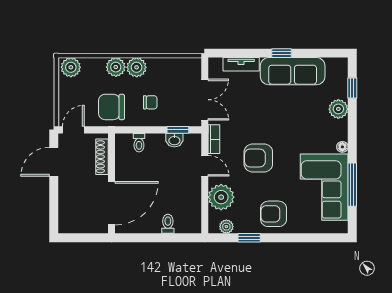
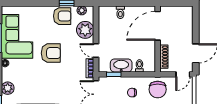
chair: (111, 107) -> (158, 89), turned 90
washbasin: (174, 140) -> (121, 65), width x1.91, depth x1.45
armchair: (258, 158) -> (51, 53), moved
armchair: (274, 214) -> (62, 16), moved

